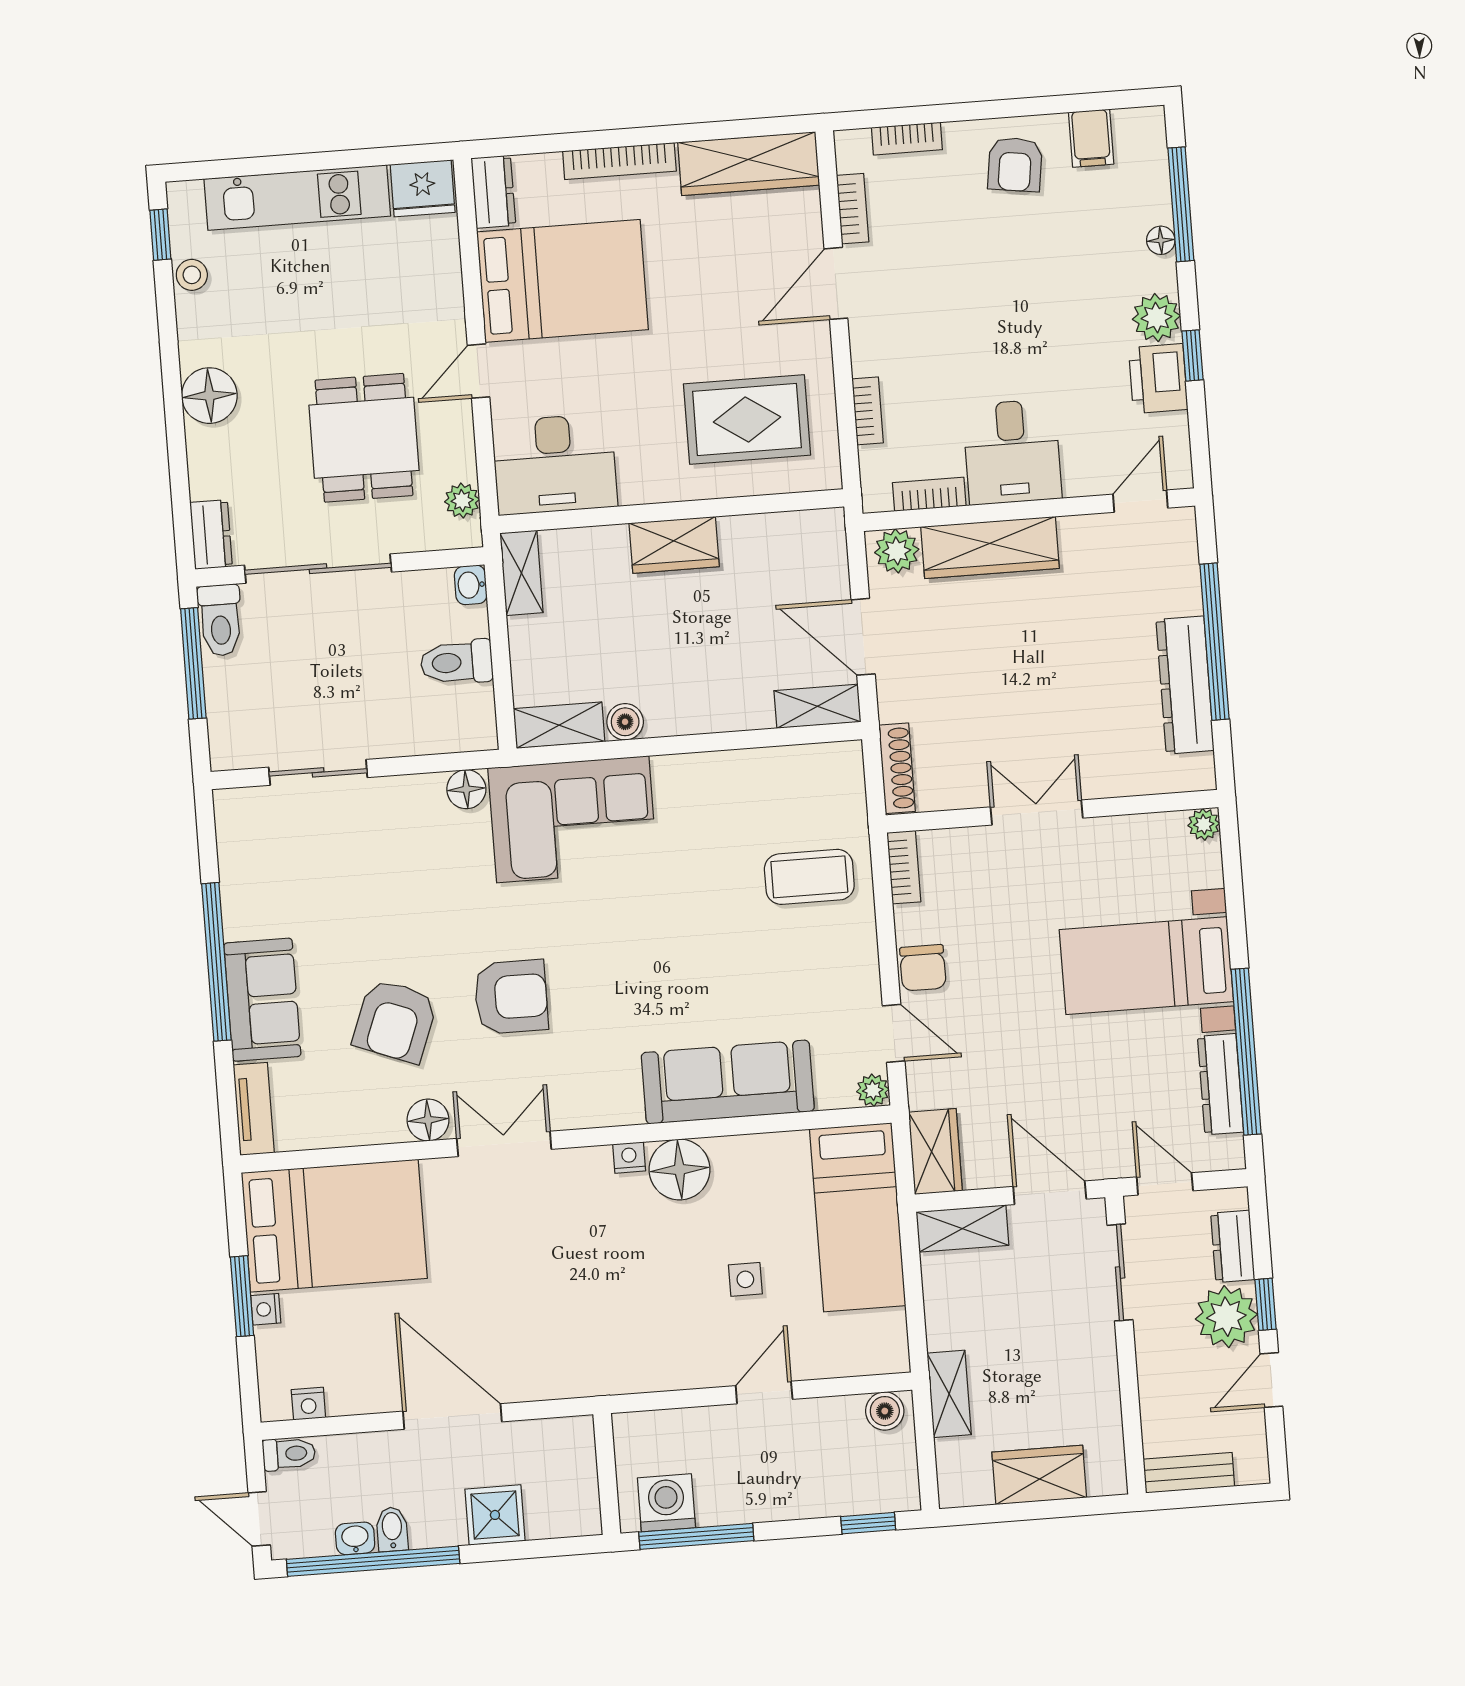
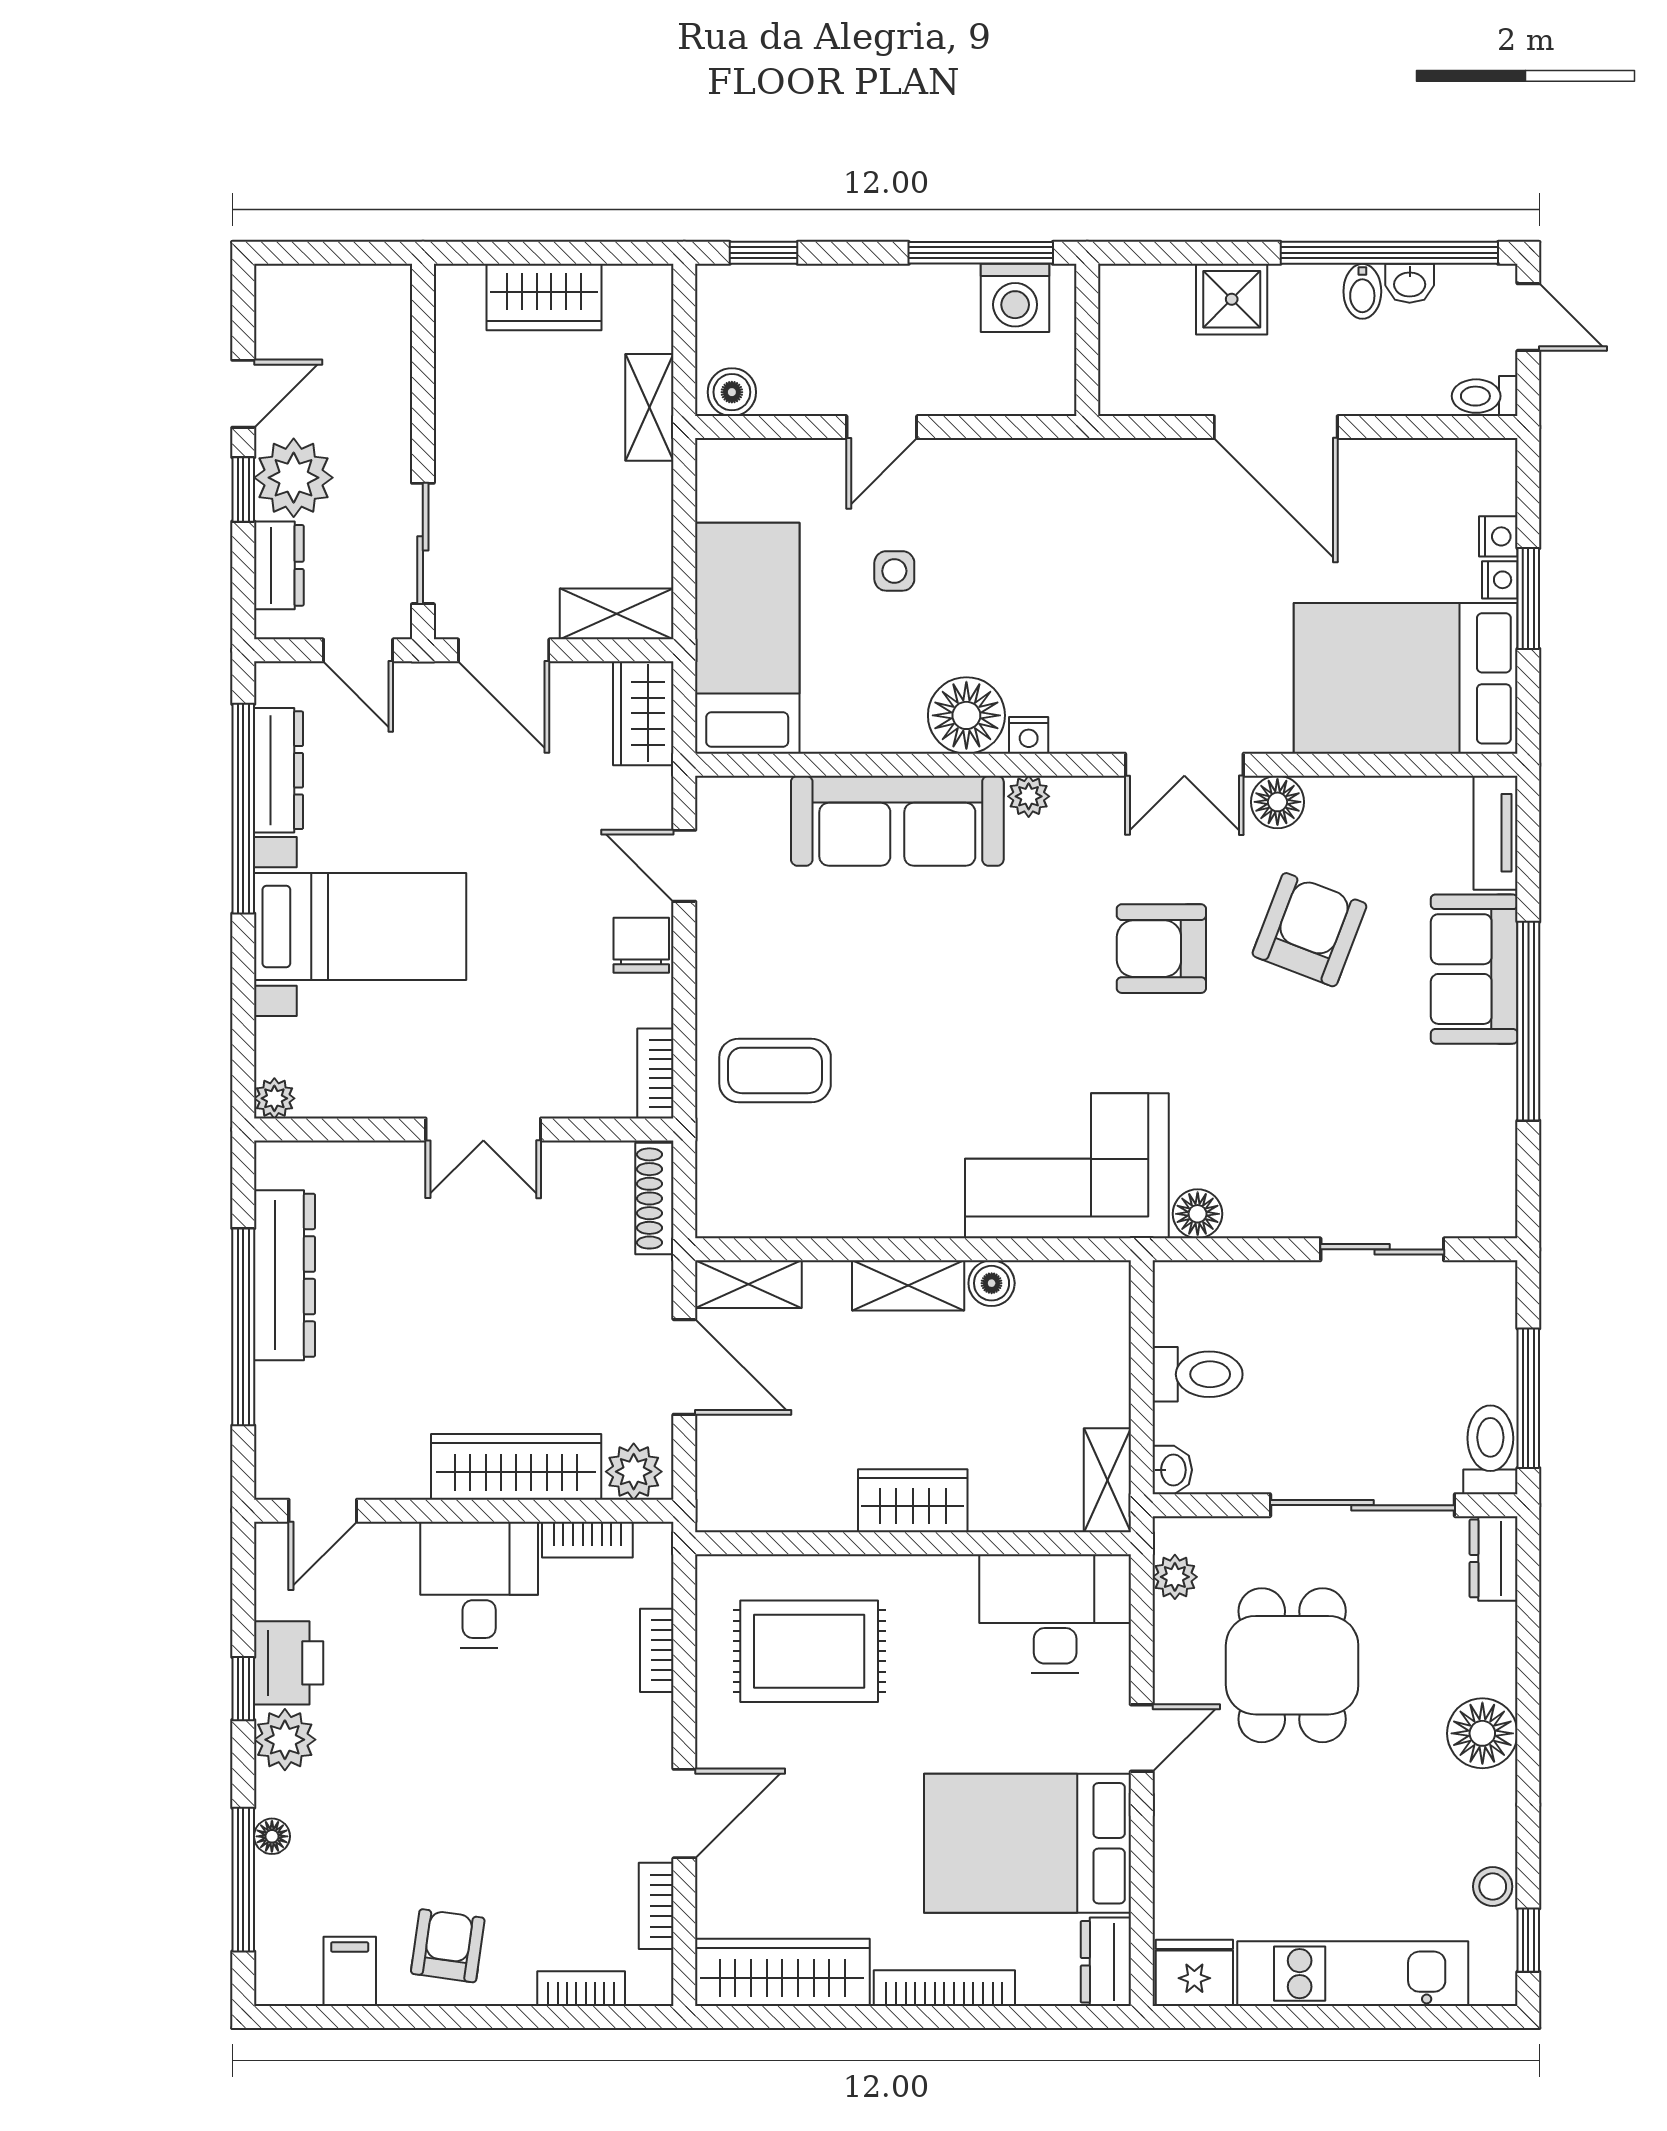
shelving: (559, 725) -> (908, 1285), moved
plant: (873, 1090) -> (1029, 796), moved
nightstand: (308, 1404) -> (1498, 536), moved, turned 90
bench: (1189, 1473) -> (356, 285), removed

